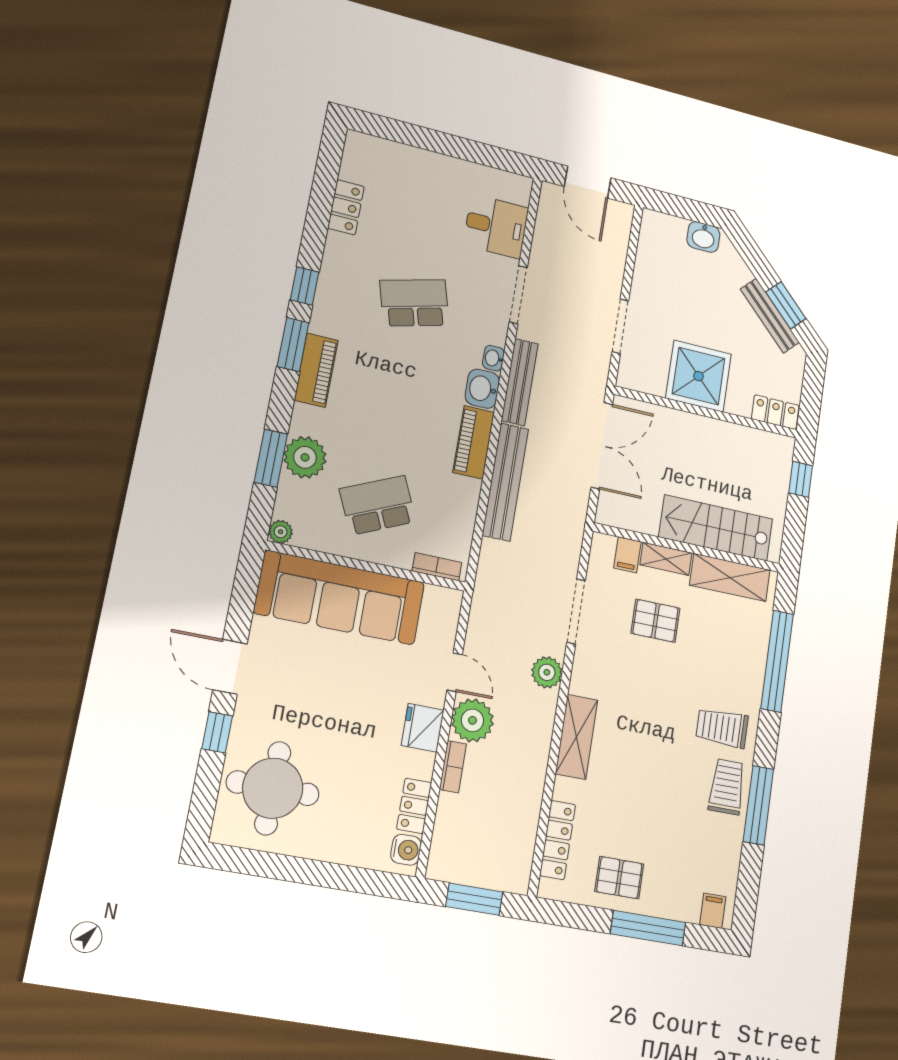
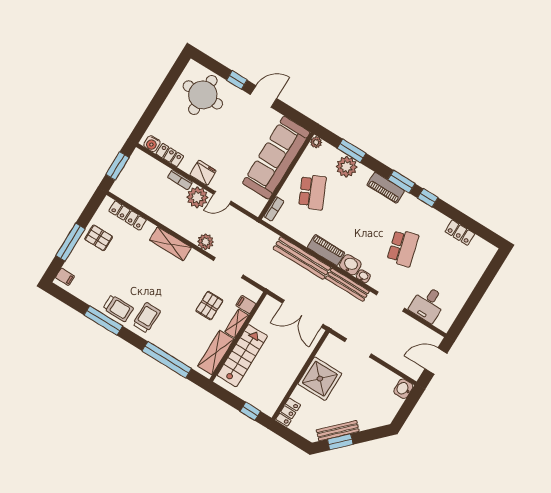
washbasin: (703, 237) -> (403, 389), moved
pallet: (619, 878) -> (99, 238), turned 90

